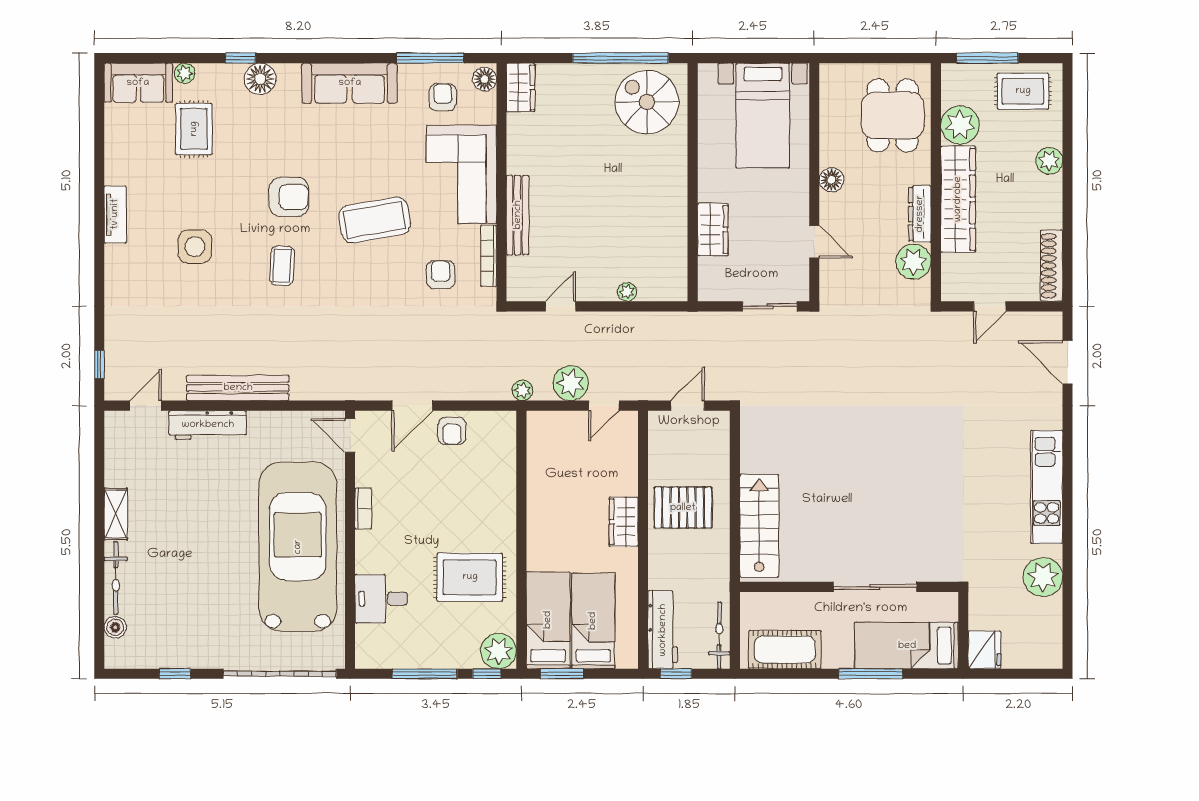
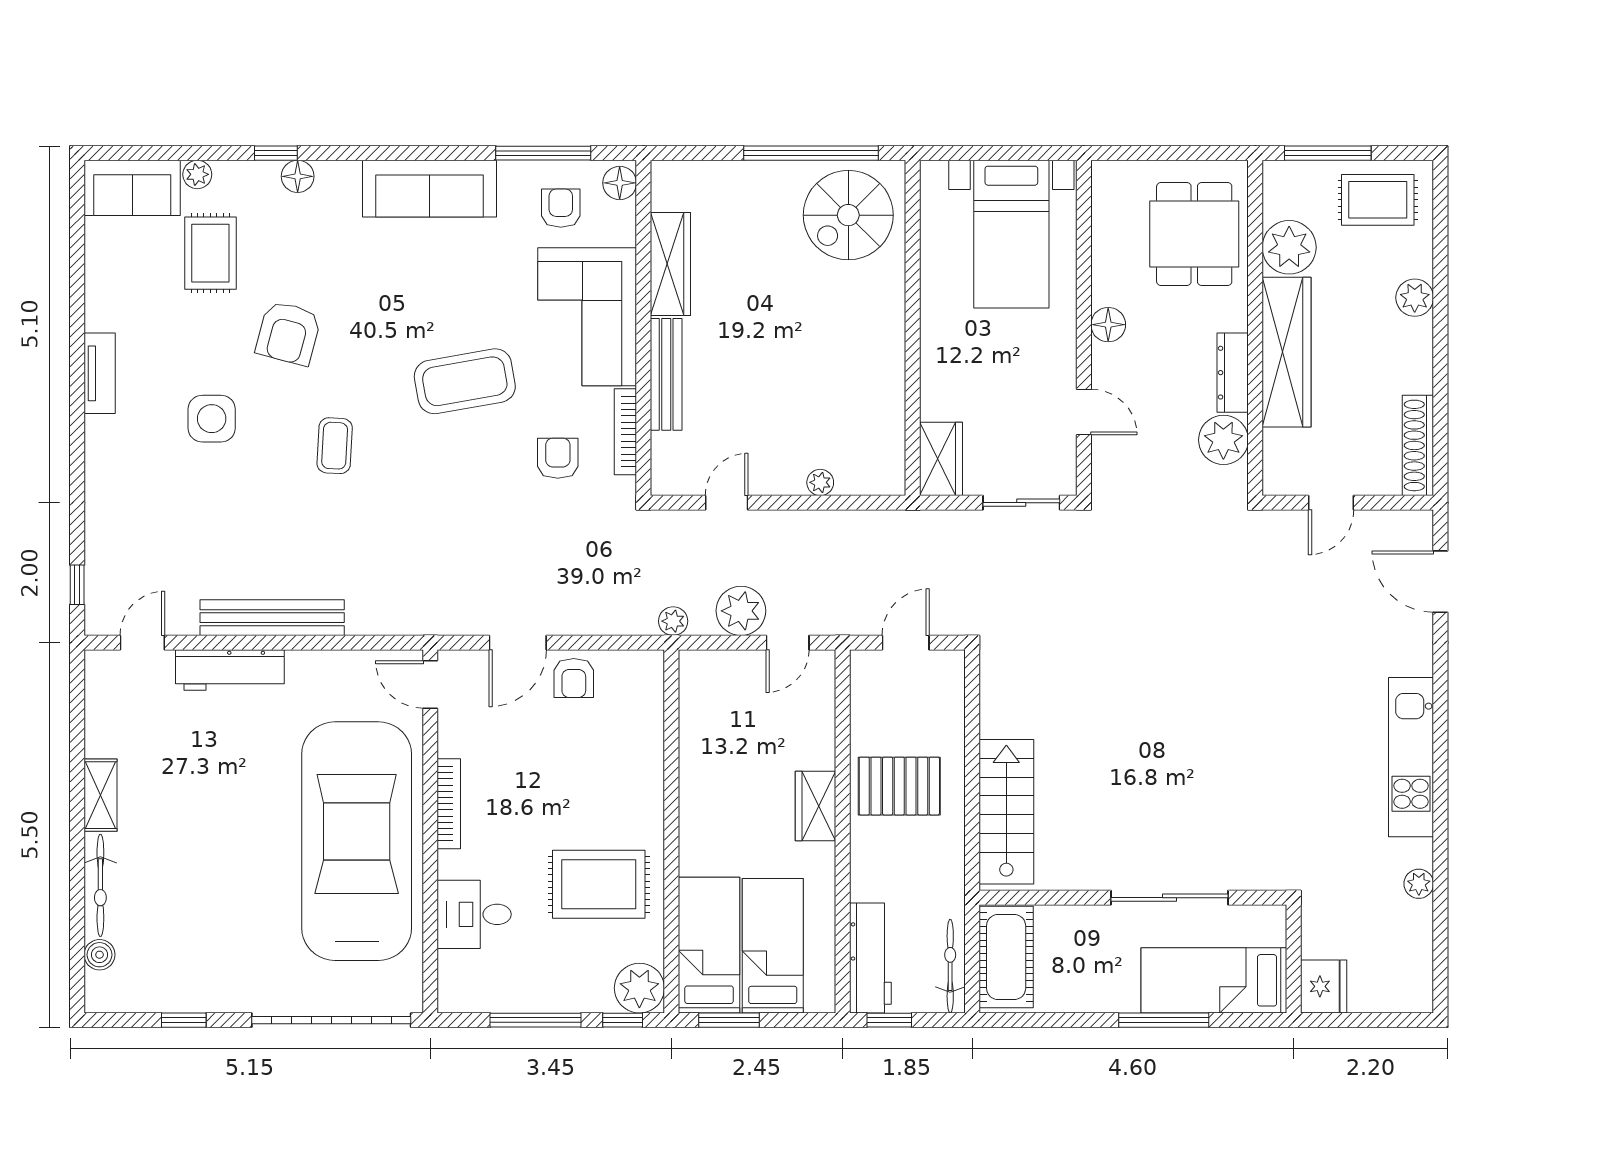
floor lamp: (260, 79) -> (298, 176), width x0.73, depth x0.73
wardrobe: (521, 87) -> (670, 264), moved, width x1.50
spiral stairs: (647, 102) -> (848, 215), turned -90
armchair: (289, 197) -> (288, 333), moved, turned 105
wardrobe: (713, 230) -> (941, 459), moved
bookcase: (363, 509) -> (449, 804), width x1.56
plant: (1043, 577) -> (1419, 884), width x0.53, depth x0.53
cot: (785, 650) -> (1006, 957), moved, turned 90

